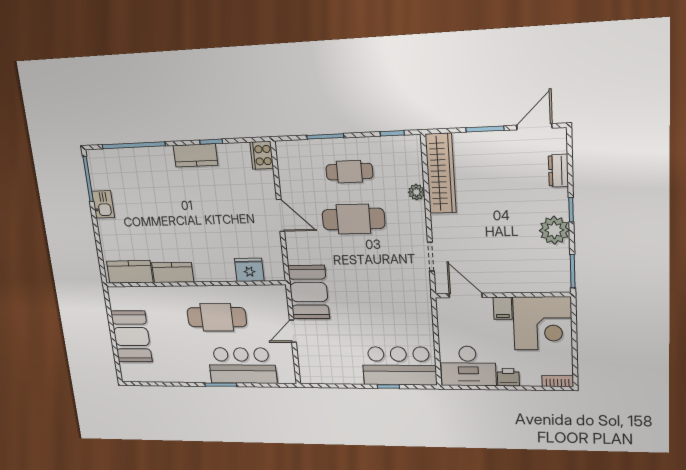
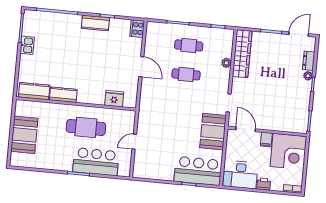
cafe table: (353, 219) -> (186, 74), width x0.73, depth x0.74
plant: (554, 230) -> (308, 76), moved, width x0.53, depth x0.53
booth: (309, 292) -> (213, 132), moved

